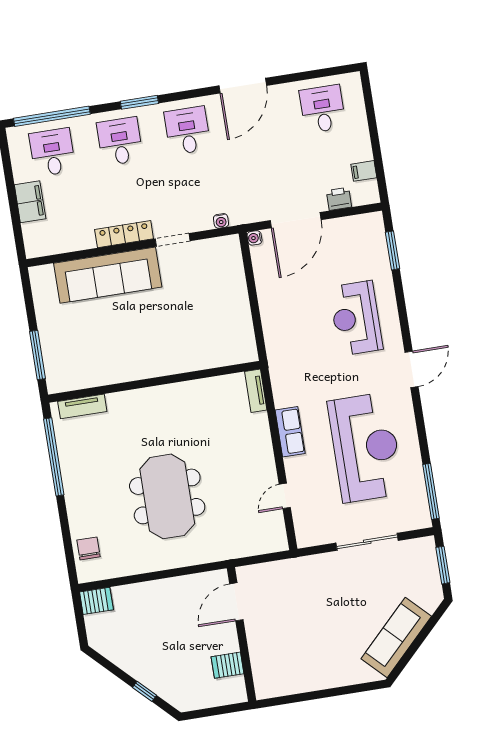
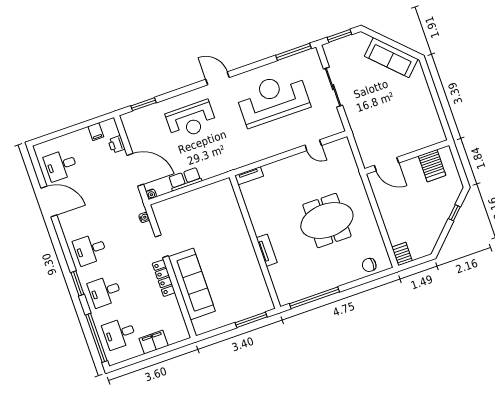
door: (243, 86) -> (49, 202), moved
tv unit: (82, 406) -> (267, 250), moved
row of seats: (290, 432) -> (185, 179), moved
server rack: (227, 665) -> (432, 166), width x1.36, depth x1.44

